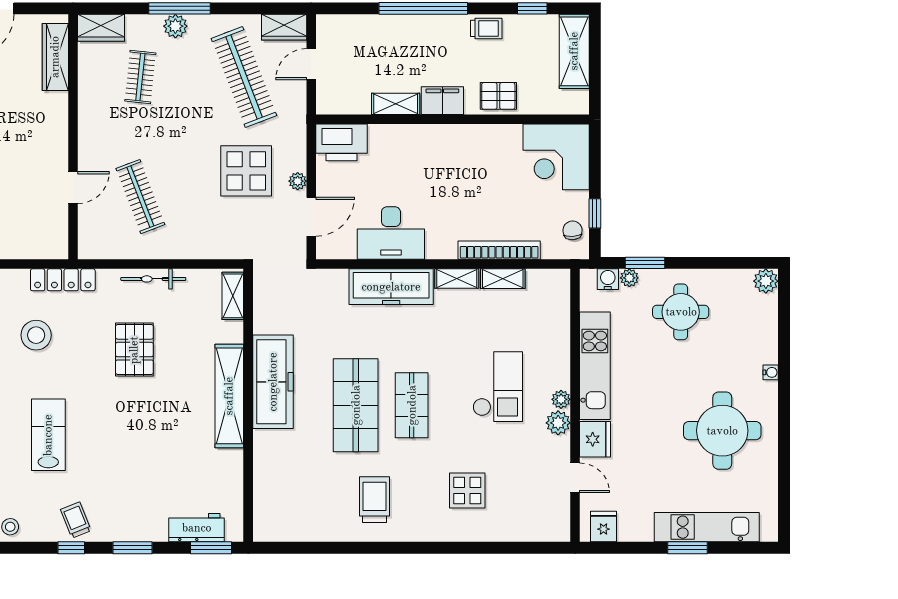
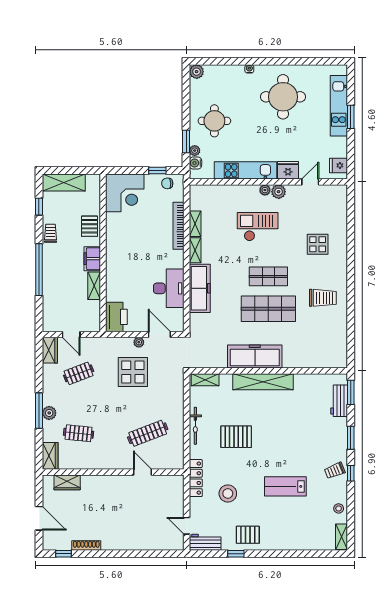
wardrobe: (55, 57) -> (67, 482), width x0.67
clothes rail: (244, 77) -> (79, 373), width x0.54, depth x0.76
trolley: (375, 500) -> (323, 298), turned 180

